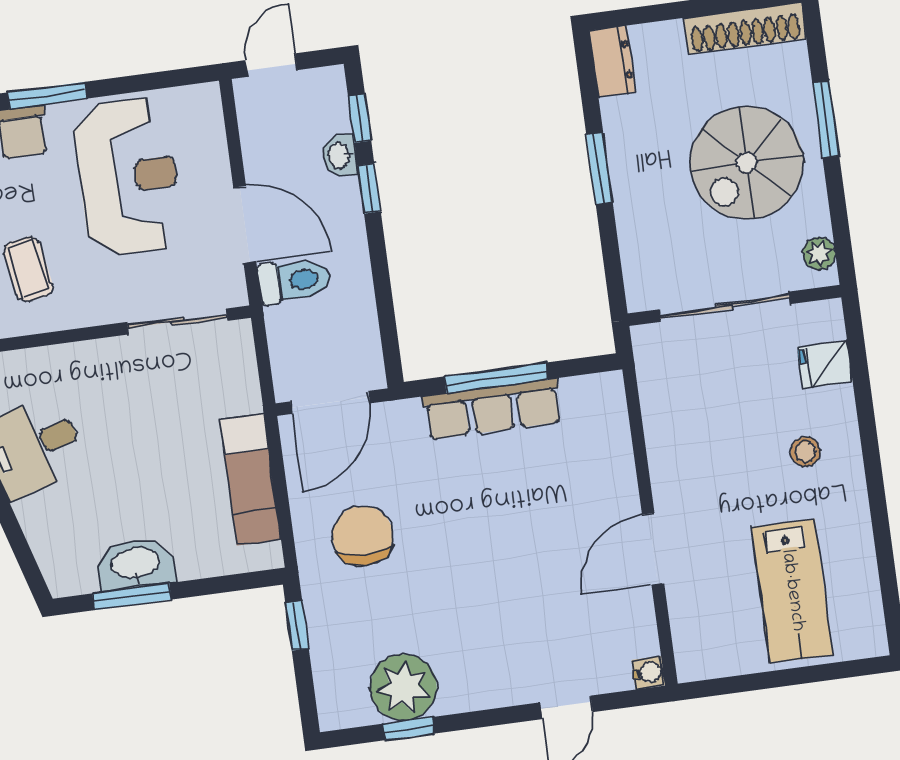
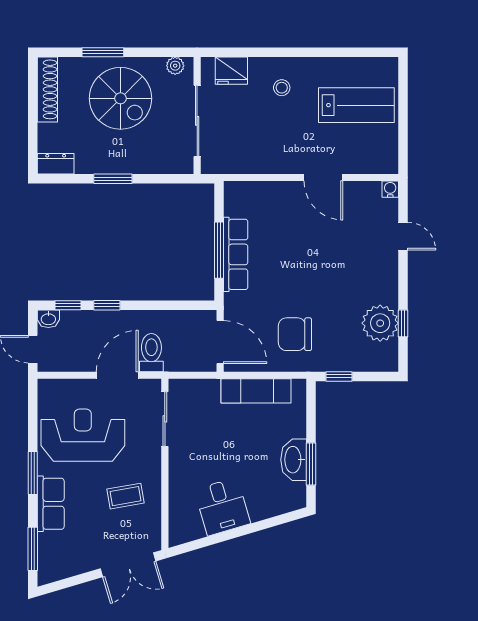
washbasin: (340, 156) -> (48, 319), moved
fridge: (825, 364) -> (231, 71), width x1.38

